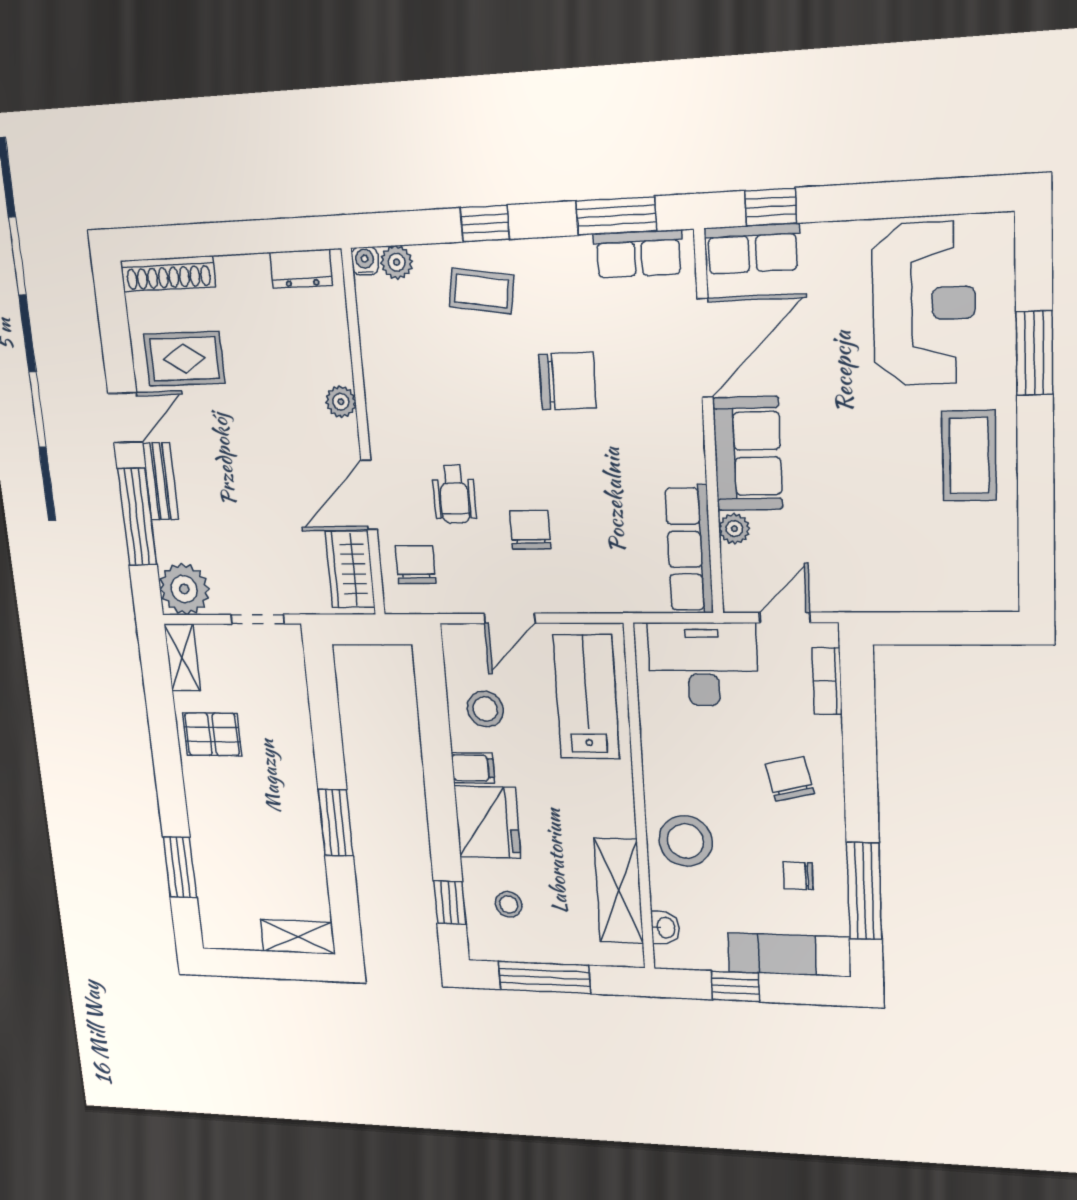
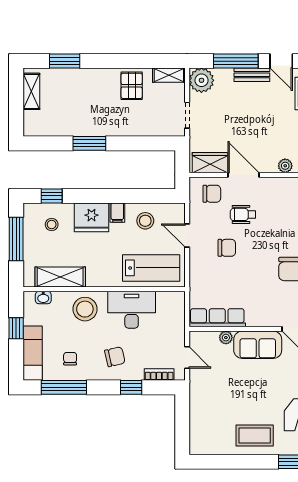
desk: (703, 664) -> (132, 310), moved, turned -90
window: (859, 744) -> (131, 387), added
shelving: (298, 937) -> (31, 91), moved

